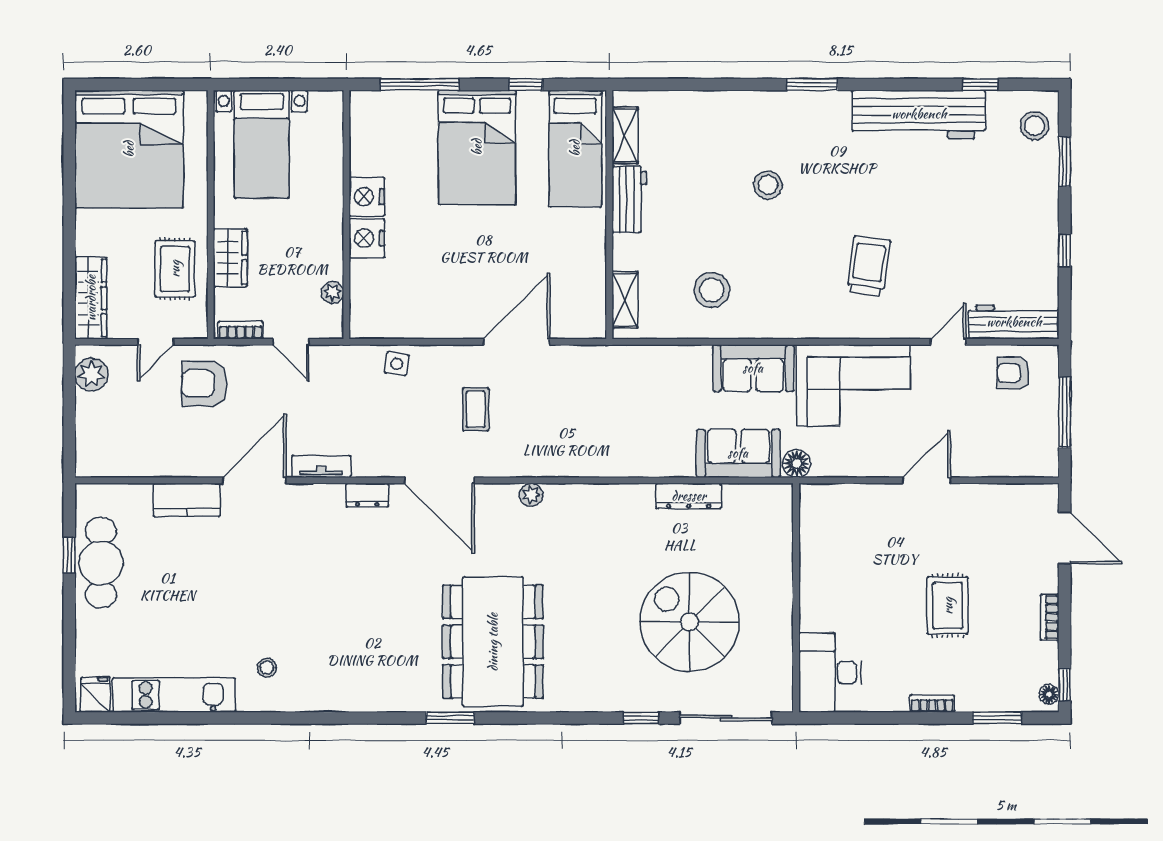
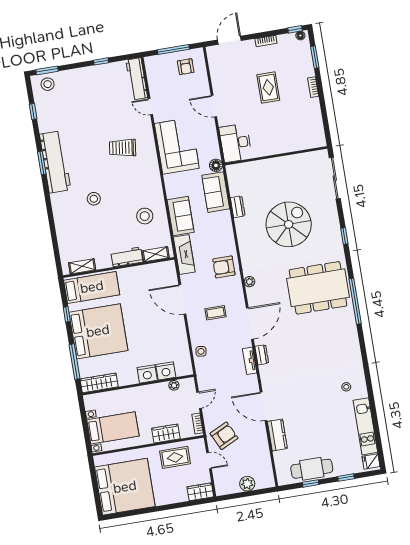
window: (812, 84) -> (42, 163), moved
workbench: (919, 114) -> (55, 162), moved
wardrobe: (365, 130) -> (99, 383), added
bed: (477, 147) -> (98, 331), width x1.36
window: (1065, 162) -> (47, 70), moved
nightstand: (367, 197) -> (166, 371), moved
workbench: (629, 199) -> (127, 257), moved
wardrobe: (91, 298) -> (200, 492), width x0.67
fireplace: (614, 362) -> (184, 254), added
sofa: (753, 368) -> (181, 216), moved
armchair: (1014, 373) -> (186, 67), moved
plant: (91, 374) -> (247, 484), moved
armchair: (204, 383) -> (224, 436), turned -116
armchair: (572, 444) -> (224, 267), added
tv unit: (321, 466) -> (250, 361), moved
dresser: (689, 496) -> (238, 207), width x0.70
rug: (948, 606) -> (268, 87), turned 90
spiral stairs: (689, 622) -> (289, 224), moved, turned 180
window: (69, 634) -> (346, 478), added
desk: (830, 673) -> (236, 143), moved, turned 90
window: (450, 718) -> (355, 301), width x2.11
window: (641, 718) -> (344, 236), moved

